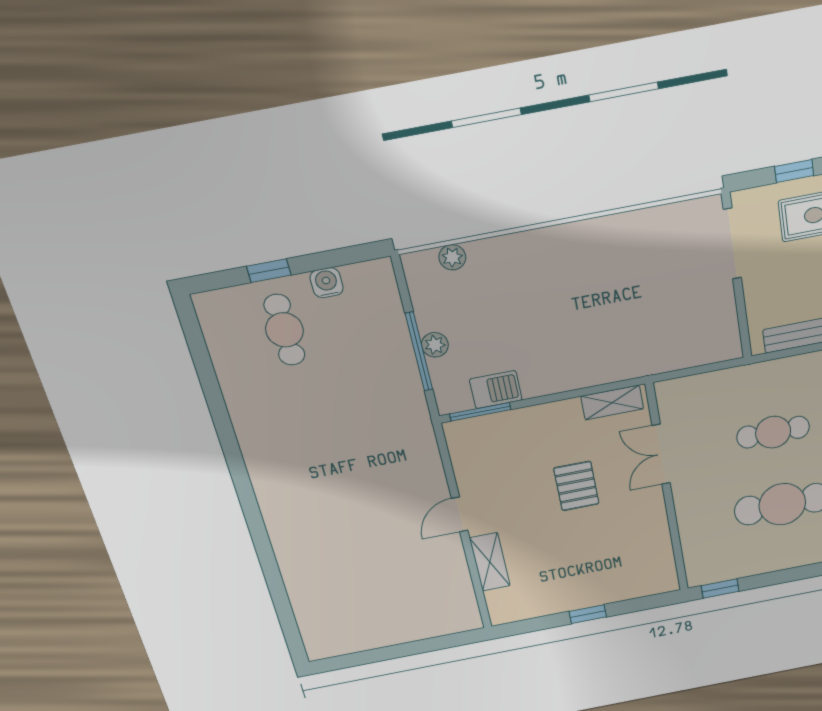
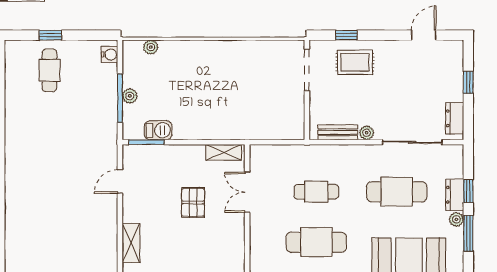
water cooler: (327, 283) -> (110, 55), moved, turned 90
door: (460, 514) -> (120, 182), moved

